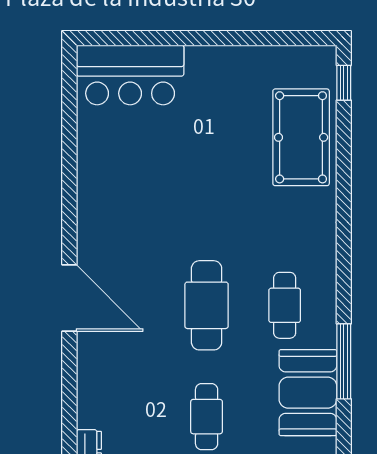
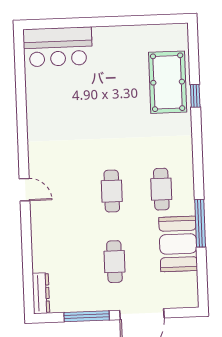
window: (344, 83) -> (195, 96), moved
door: (69, 298) -> (25, 190), width x0.53
cafe table: (207, 305) -> (112, 191), width x0.73, depth x0.74

